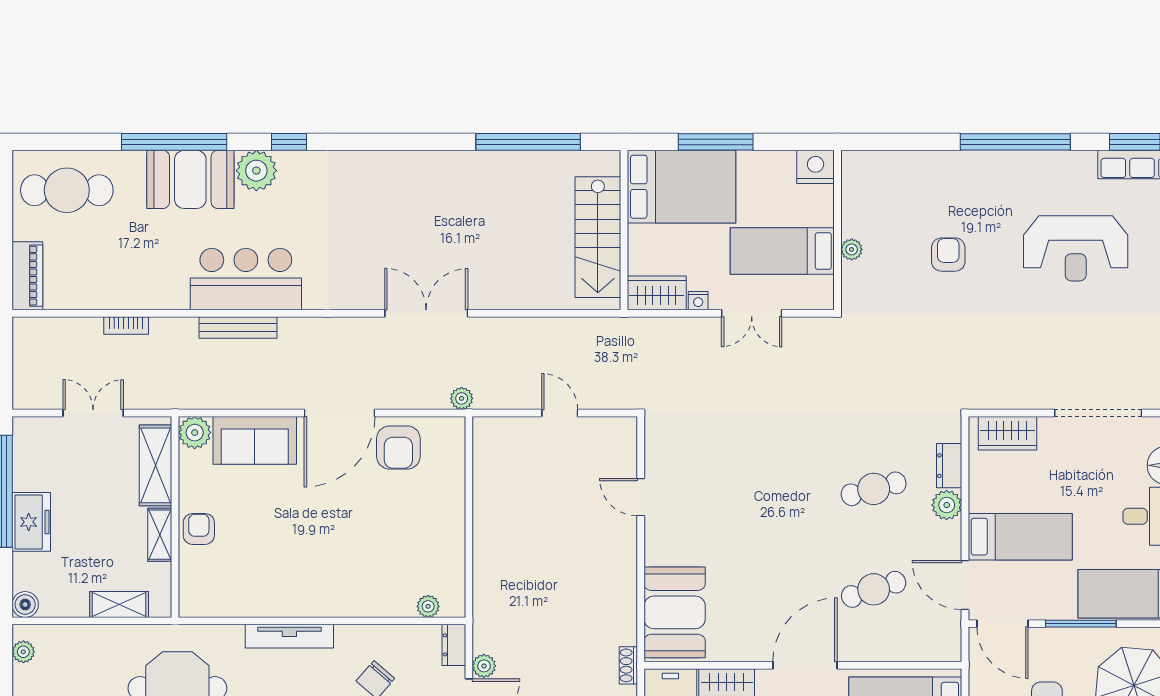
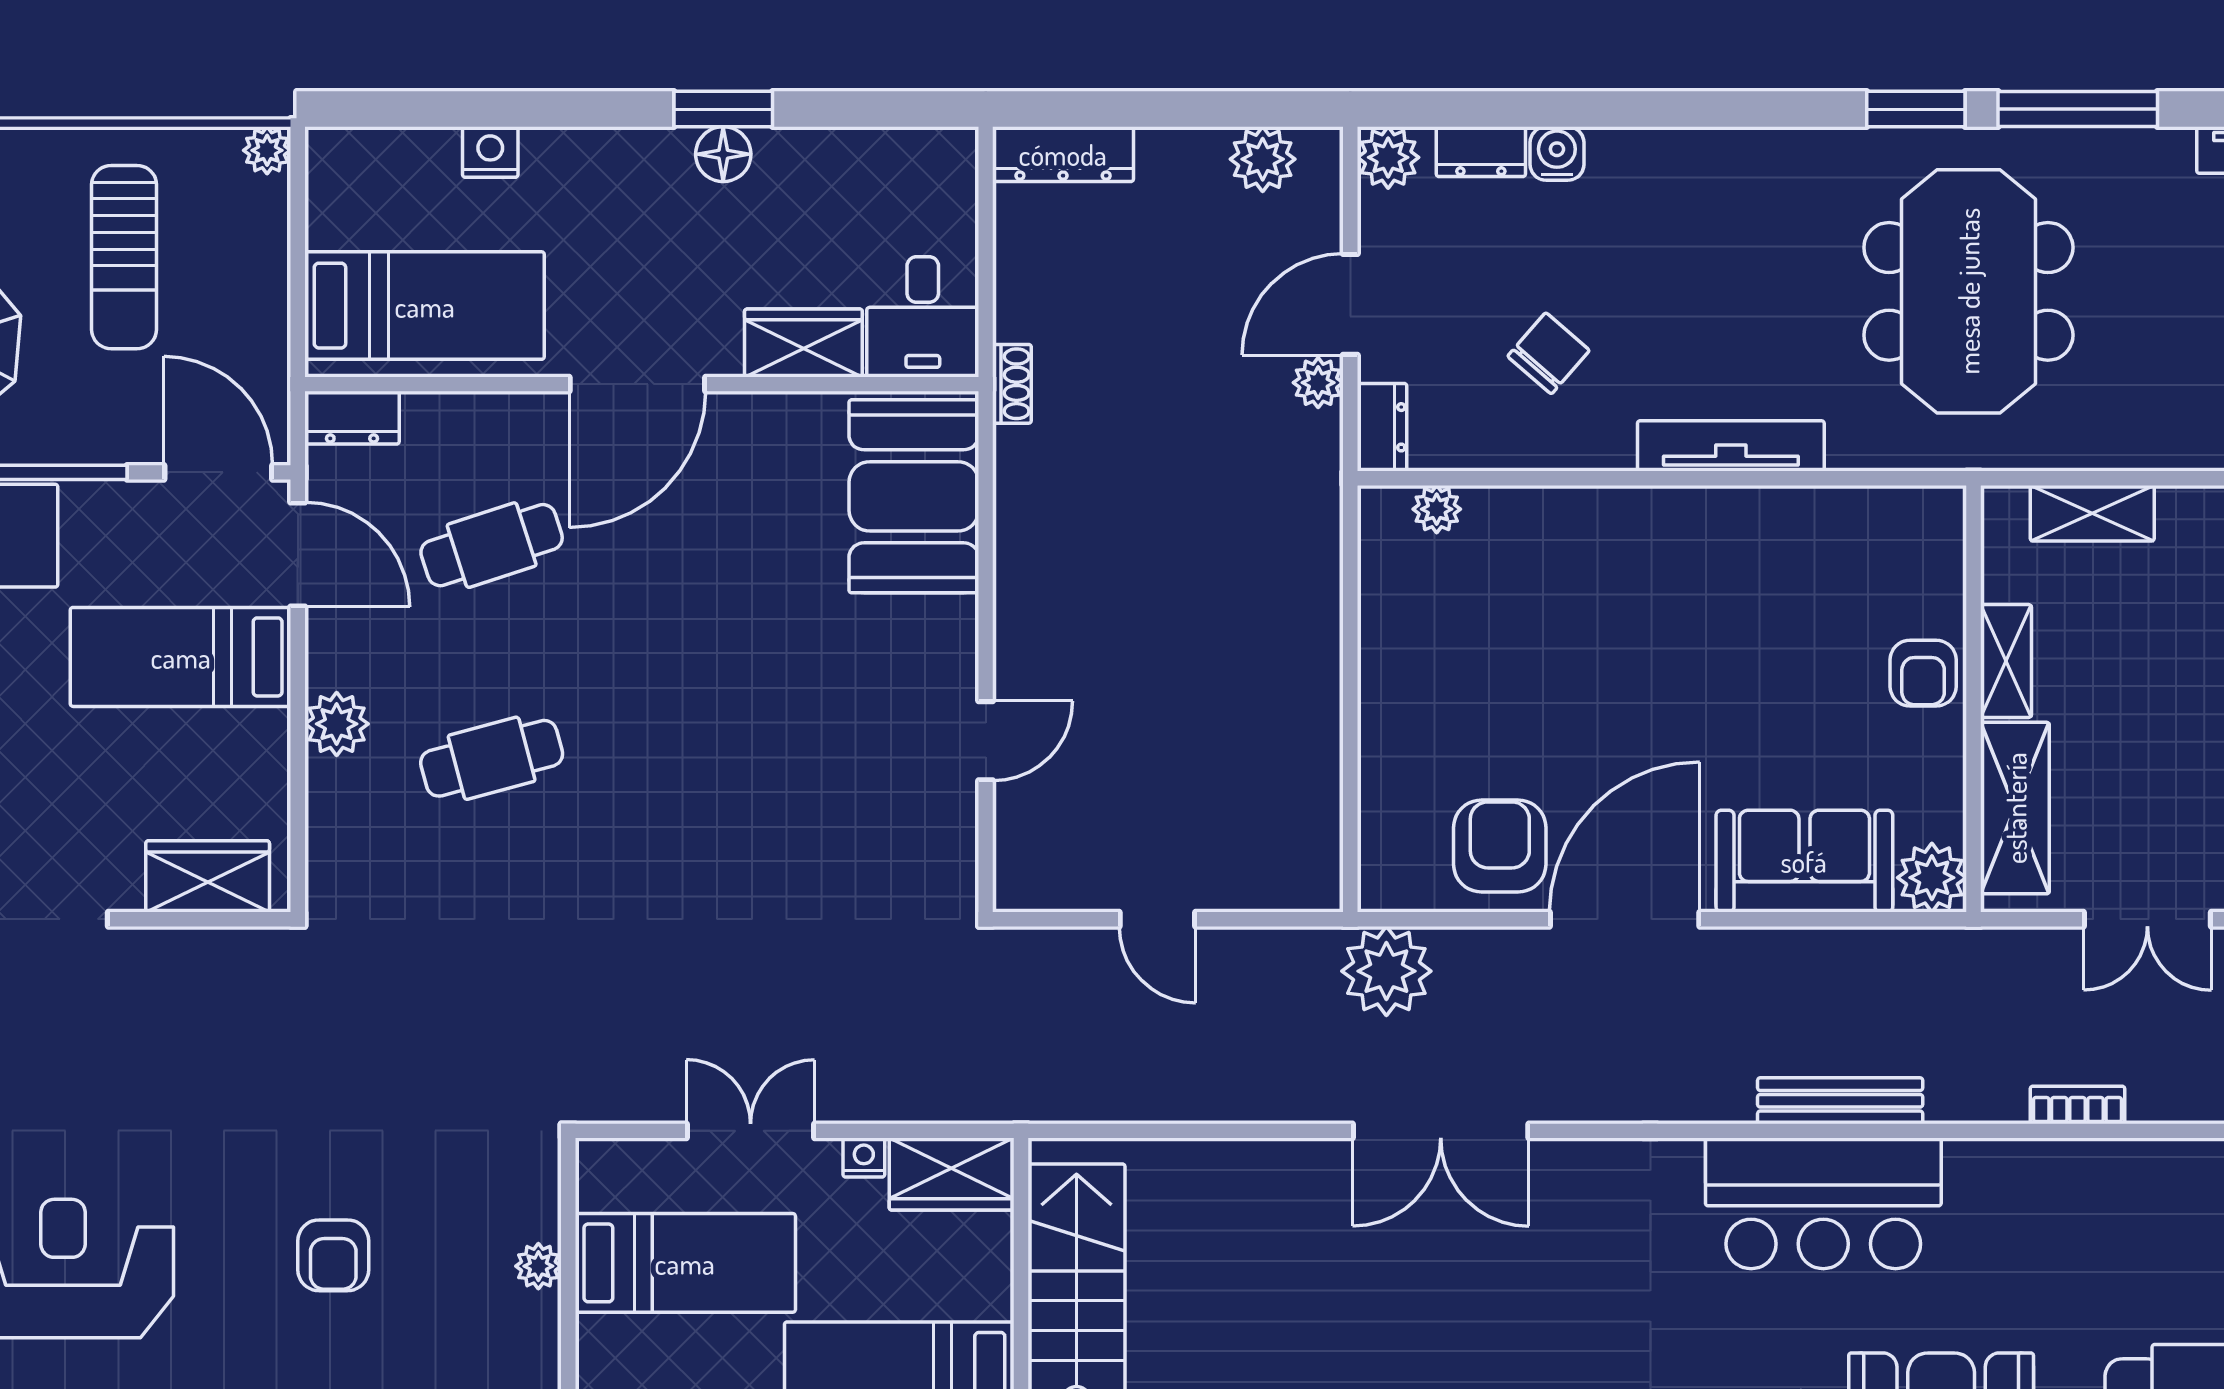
plant: (462, 398) -> (1386, 971), width x1.87, depth x1.87
dresser: (949, 466) -> (352, 418), moved, turned 90
door: (641, 497) -> (986, 741), hinge flipped

